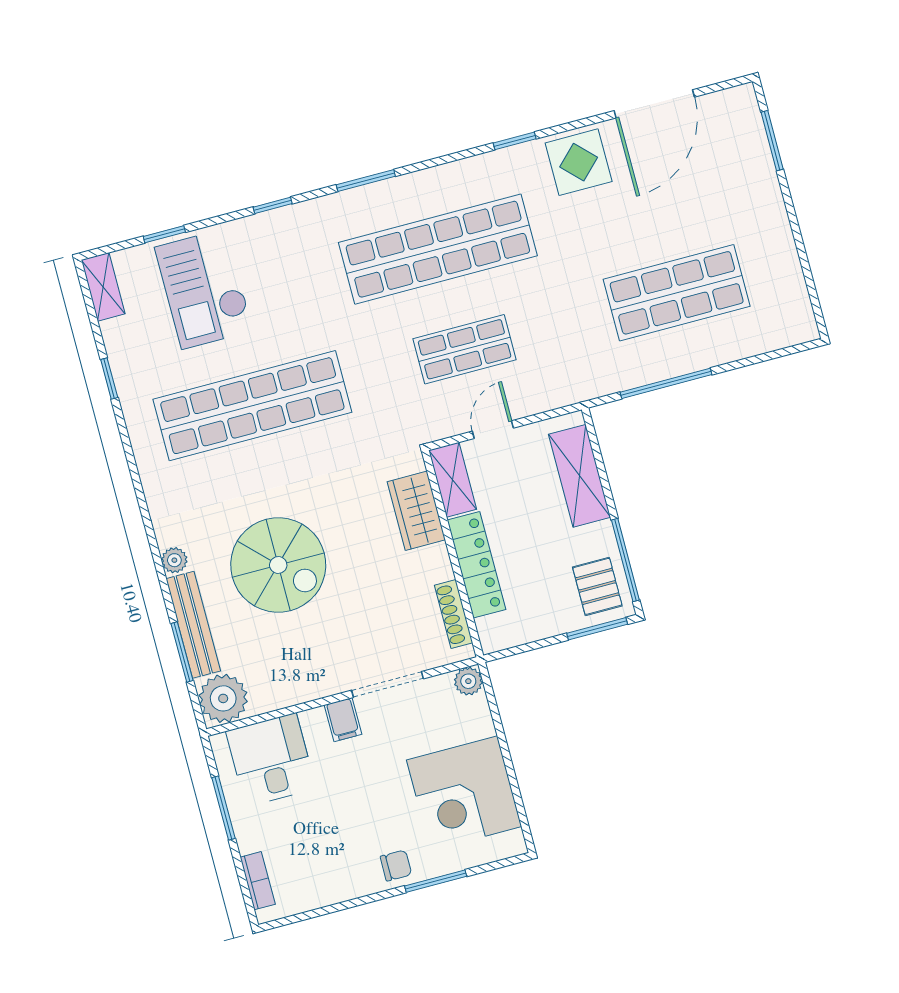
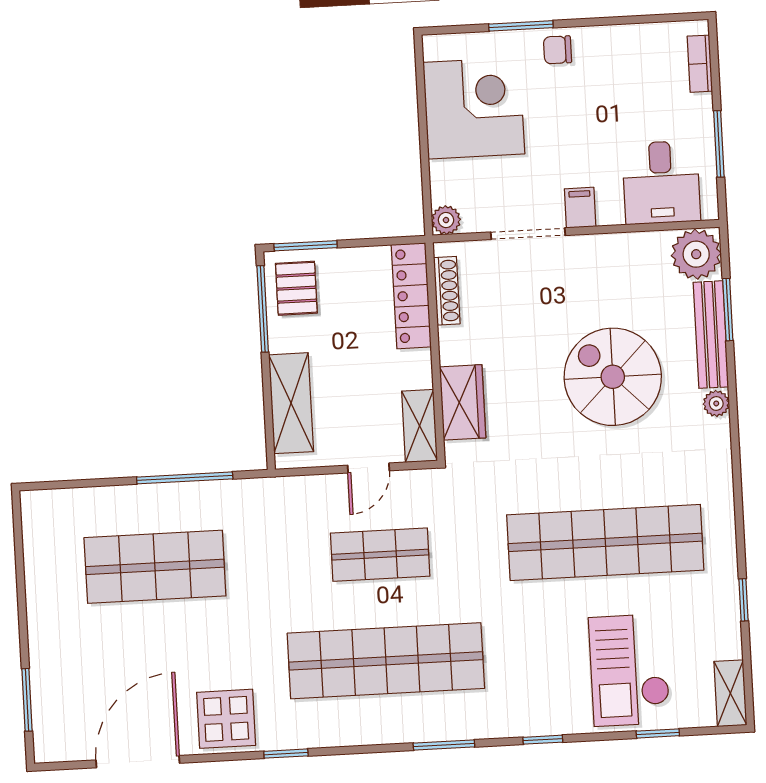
checkout: (204, 289) -> (629, 670), turned 180
locker: (476, 565) -> (411, 296), moved

